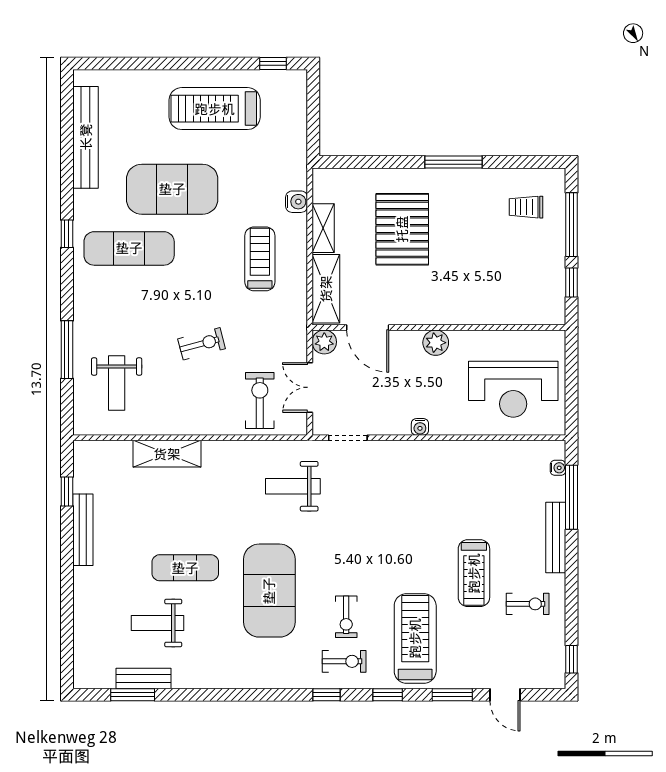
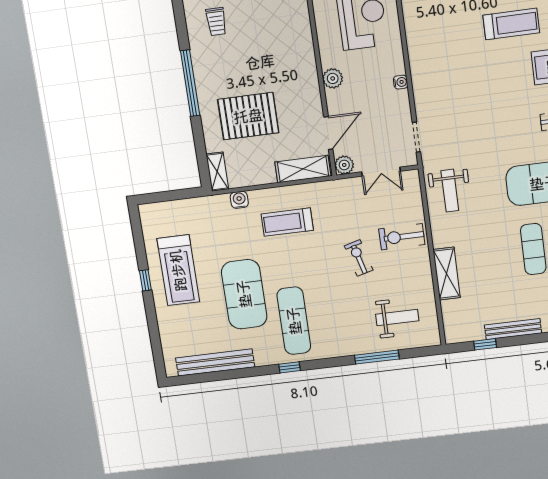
window: (273, 64) -> (145, 280), moved
window: (453, 162) -> (190, 83), width x1.46
shelving: (323, 228) -> (217, 172), moved, turned 90
exercise bike: (260, 400) -> (402, 237), moved
weight bench: (293, 486) -> (450, 191), moved

